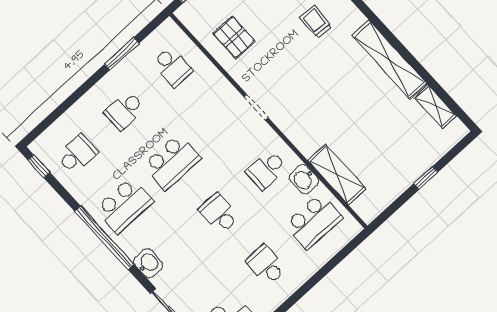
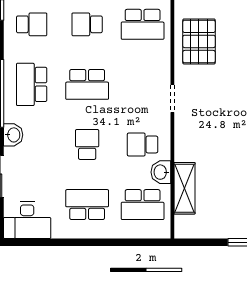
pallet: (234, 37) -> (199, 41), width x1.50, depth x1.42
school desk: (172, 67) -> (143, 24), width x1.85
school desk: (124, 205) -> (32, 84), turned 90
school desk: (266, 265) -> (87, 205), width x1.85

